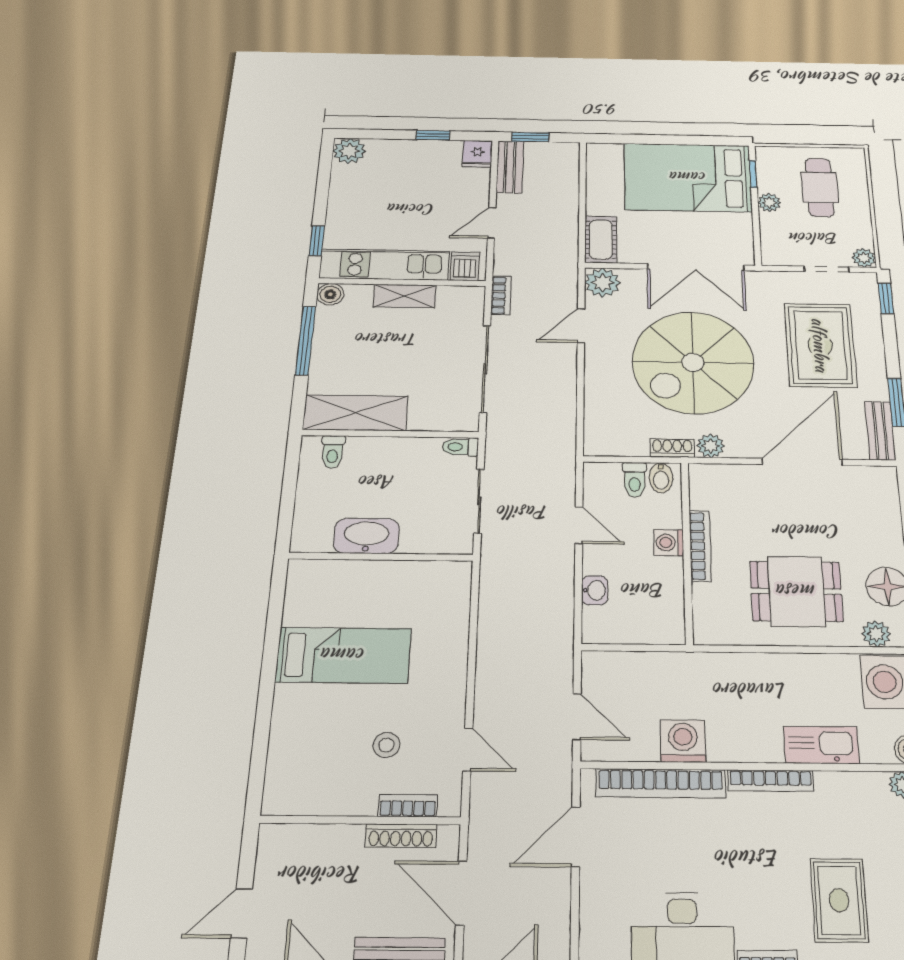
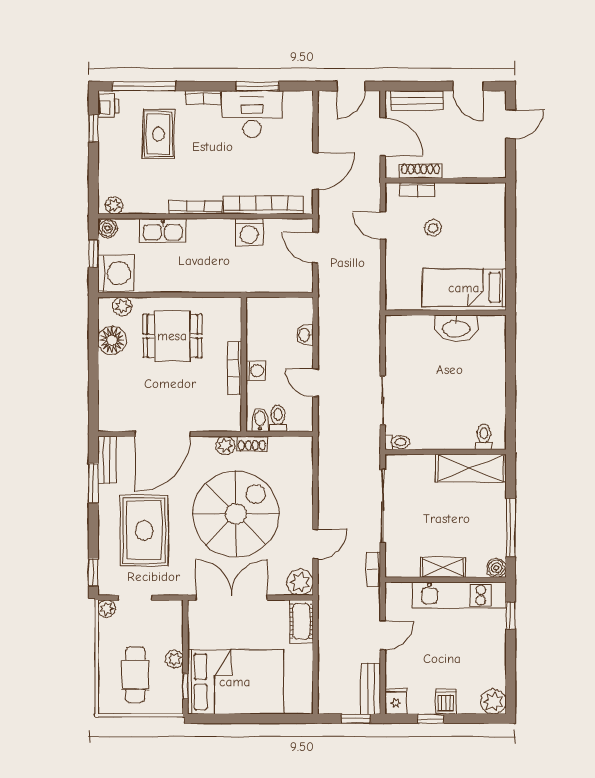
dishwasher: (465, 266) -> (446, 701), moved, turned 180
washbasin: (366, 536) -> (456, 328), moved
wall: (381, 557) -> (446, 313), moved

